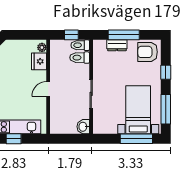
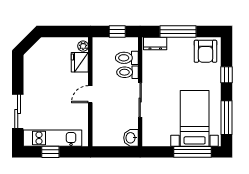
toilet: (80, 45) -> (127, 72), moved
dresser: (117, 45) -> (155, 43), moved
armchair: (148, 52) -> (205, 51), turned -90

